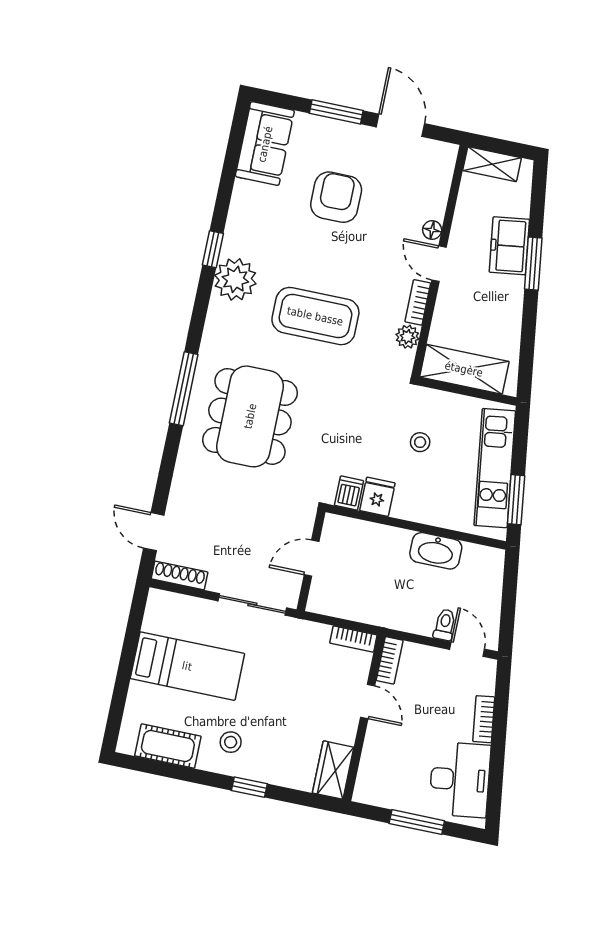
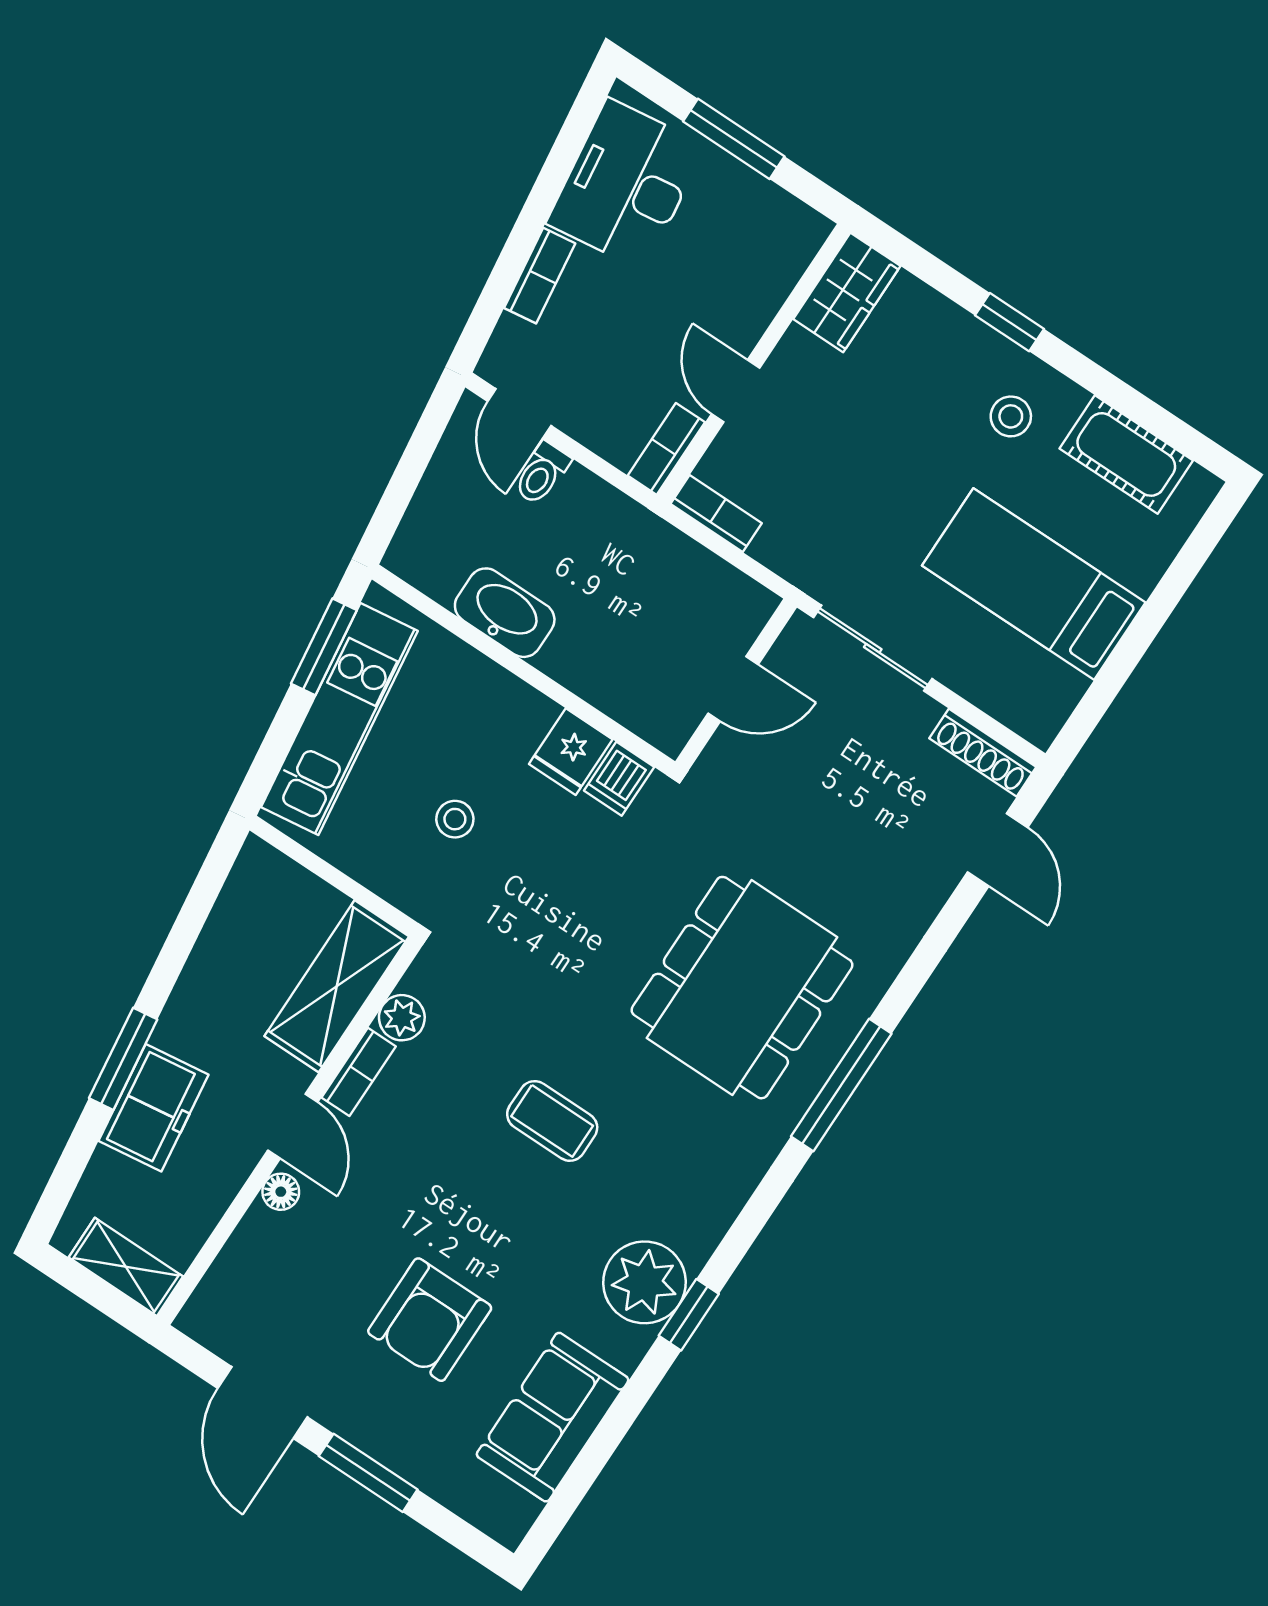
sofa: (265, 144) -> (553, 1417), moved
plant: (235, 279) -> (645, 1282), moved
coffee table: (315, 316) -> (552, 1121), width x0.54, depth x0.58
shelving: (464, 369) -> (337, 986), moved, turned 90

